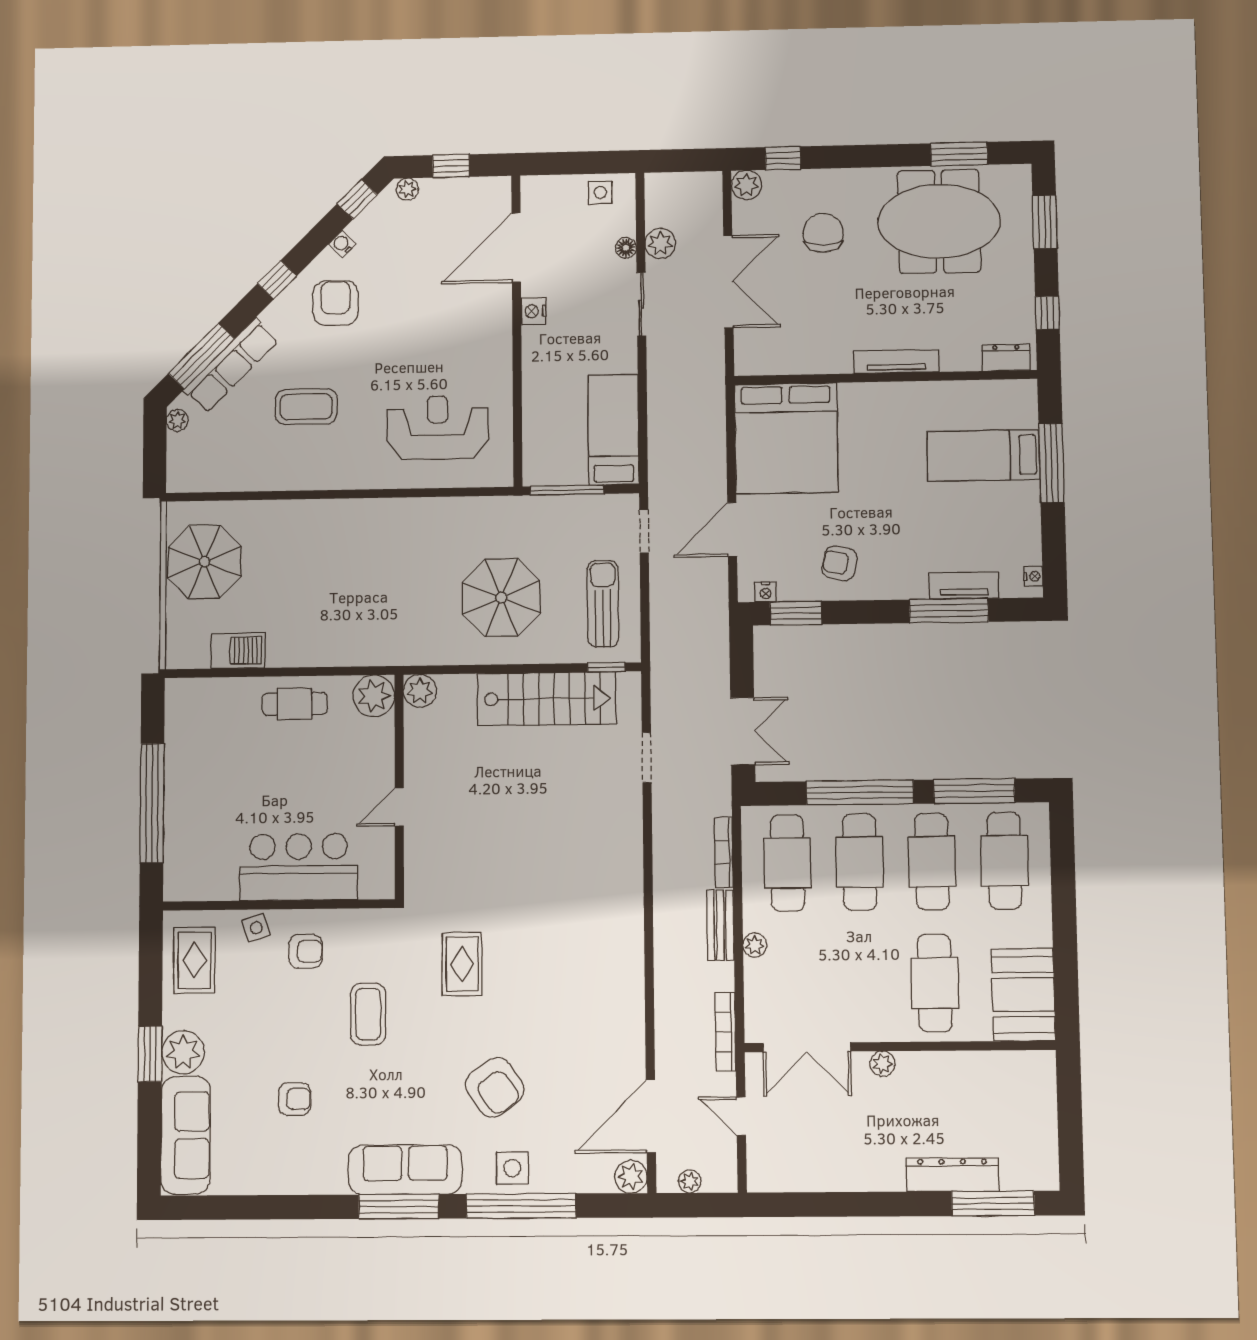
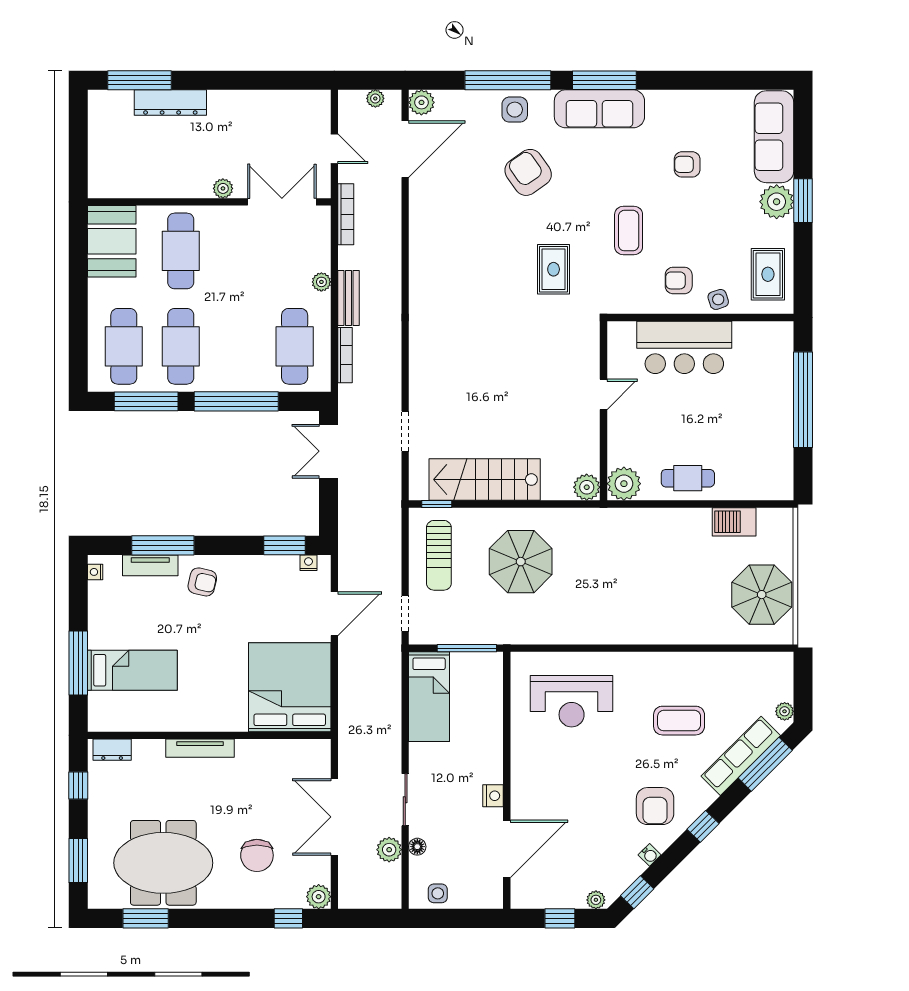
armchair: (840, 563) -> (202, 582), moved
cafe table: (860, 862) -> (238, 346), removed

